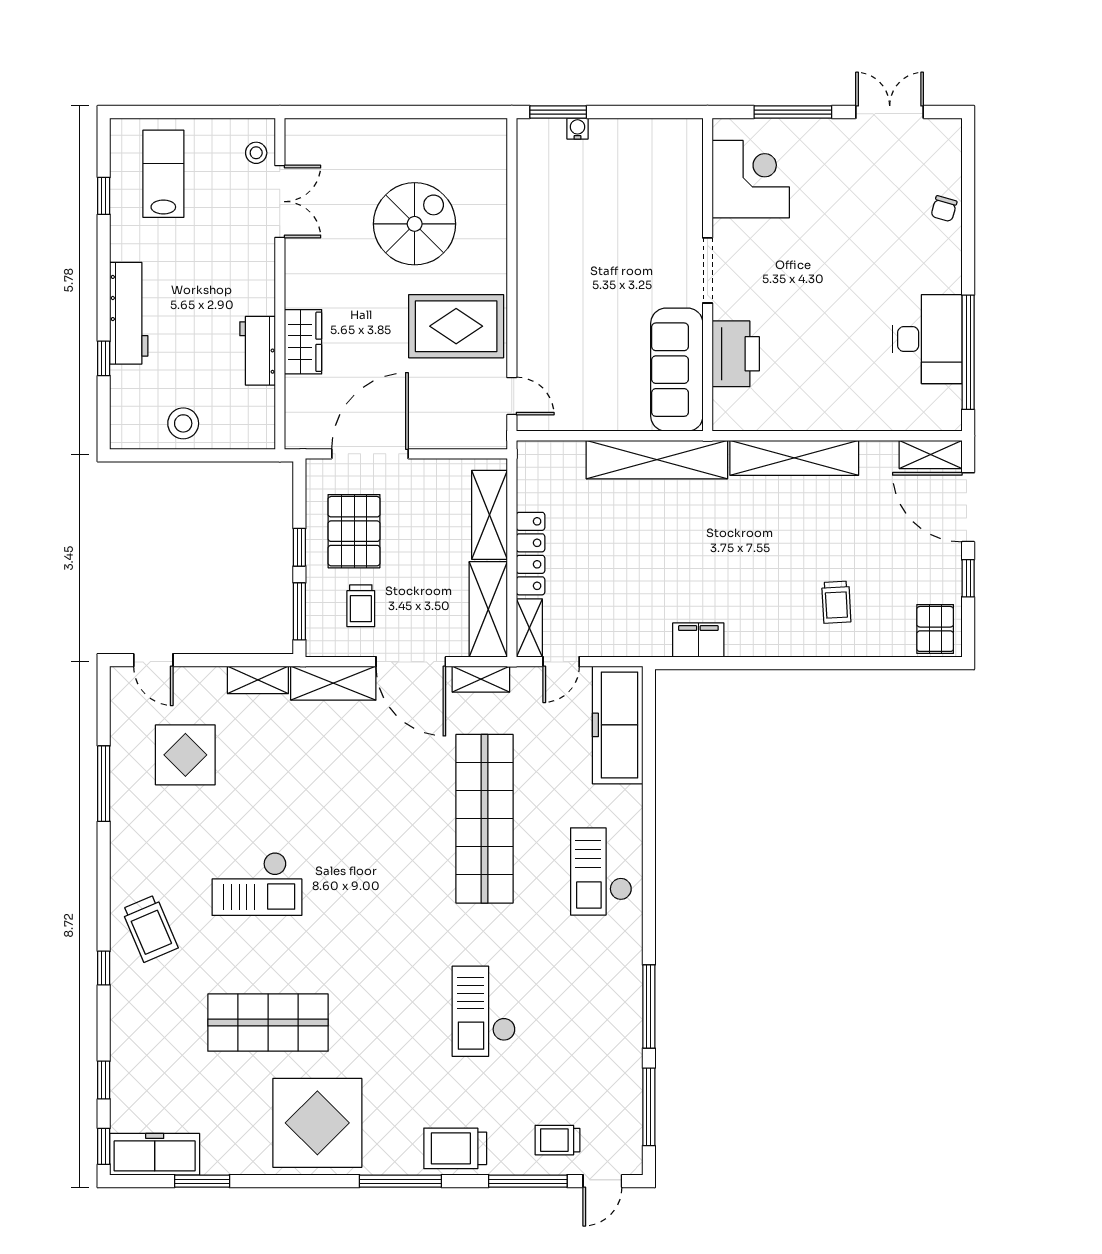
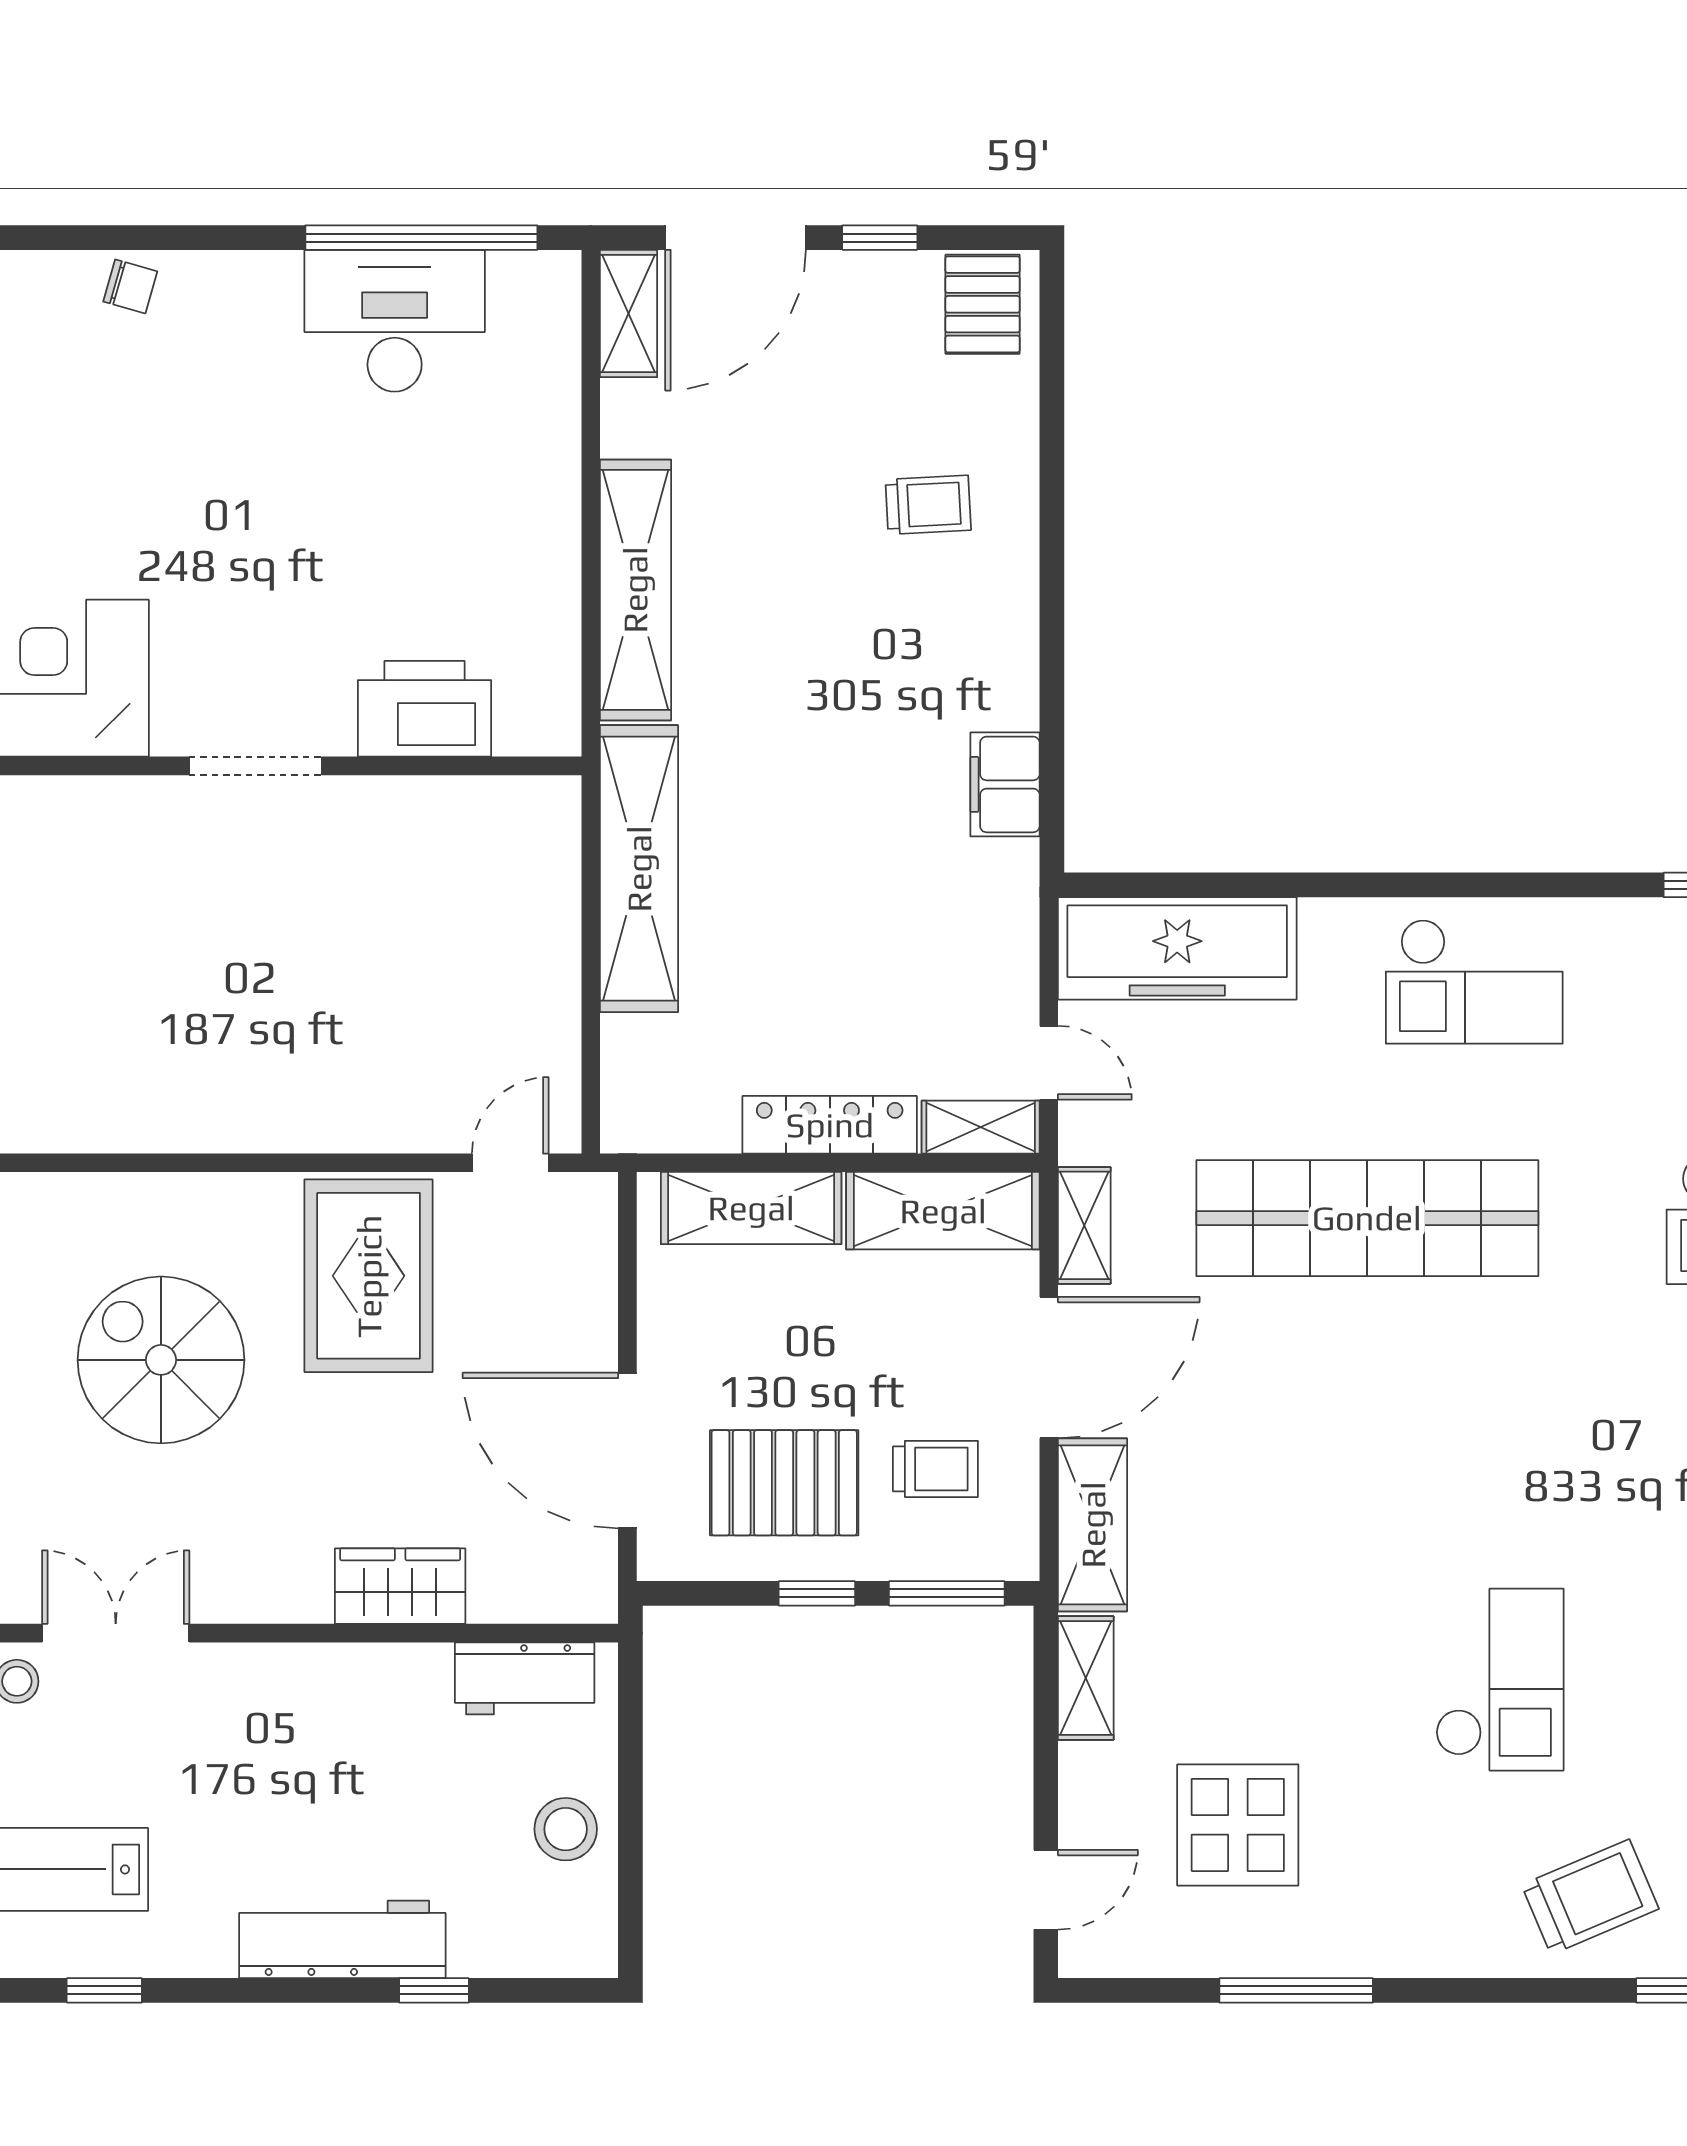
workbench: (258, 351) -> (525, 1678), moved
sofa: (677, 370) -> (457, 828), removed
pallet: (935, 629) -> (983, 304), turned 90

